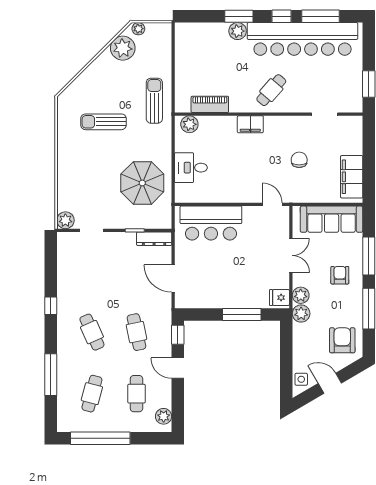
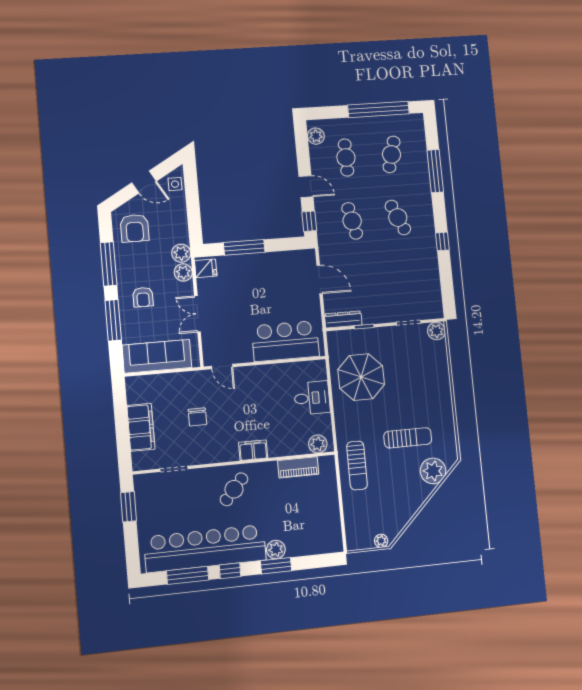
plant: (123, 48) -> (433, 471), moved
filing cabinet: (352, 177) -> (141, 427), moved

